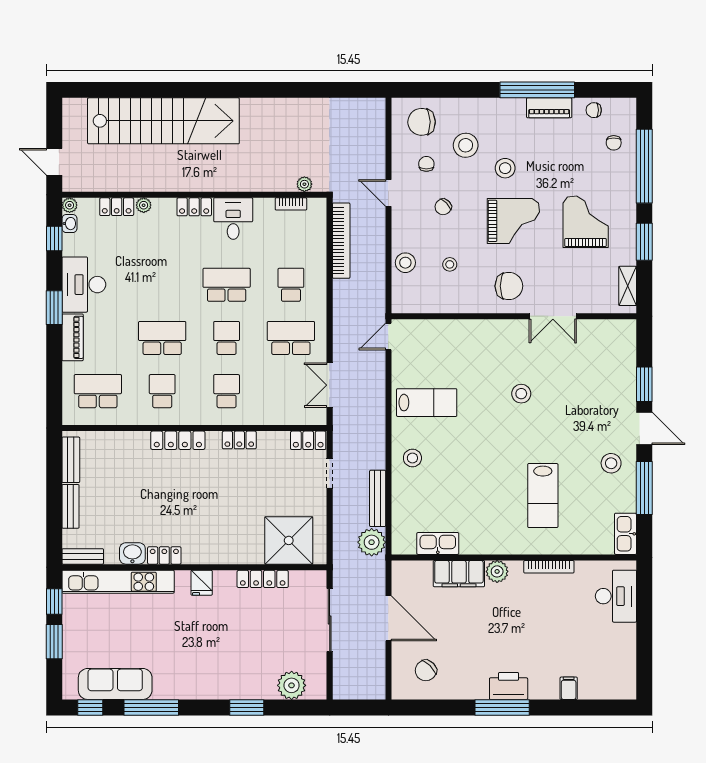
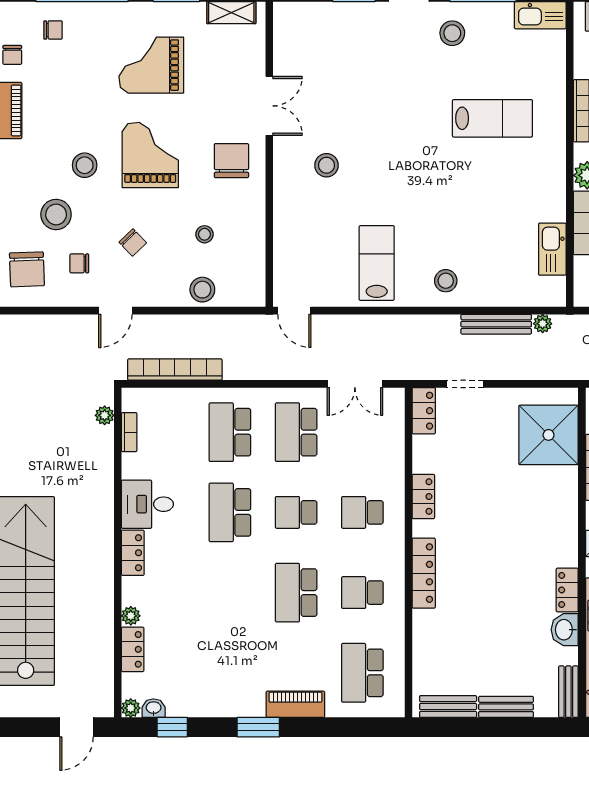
desk: (84, 285) -> (230, 690), removed
school desk: (291, 285) -> (230, 432), width x1.85
stool: (521, 394) -> (326, 165), moved
plant: (372, 542) -> (543, 324), width x0.53, depth x0.53

